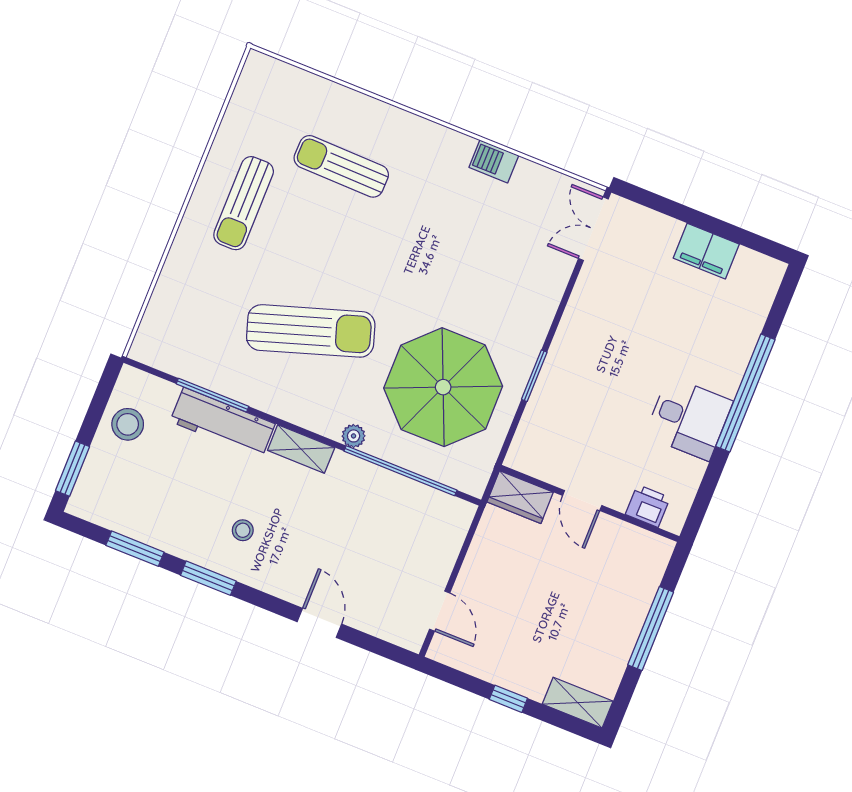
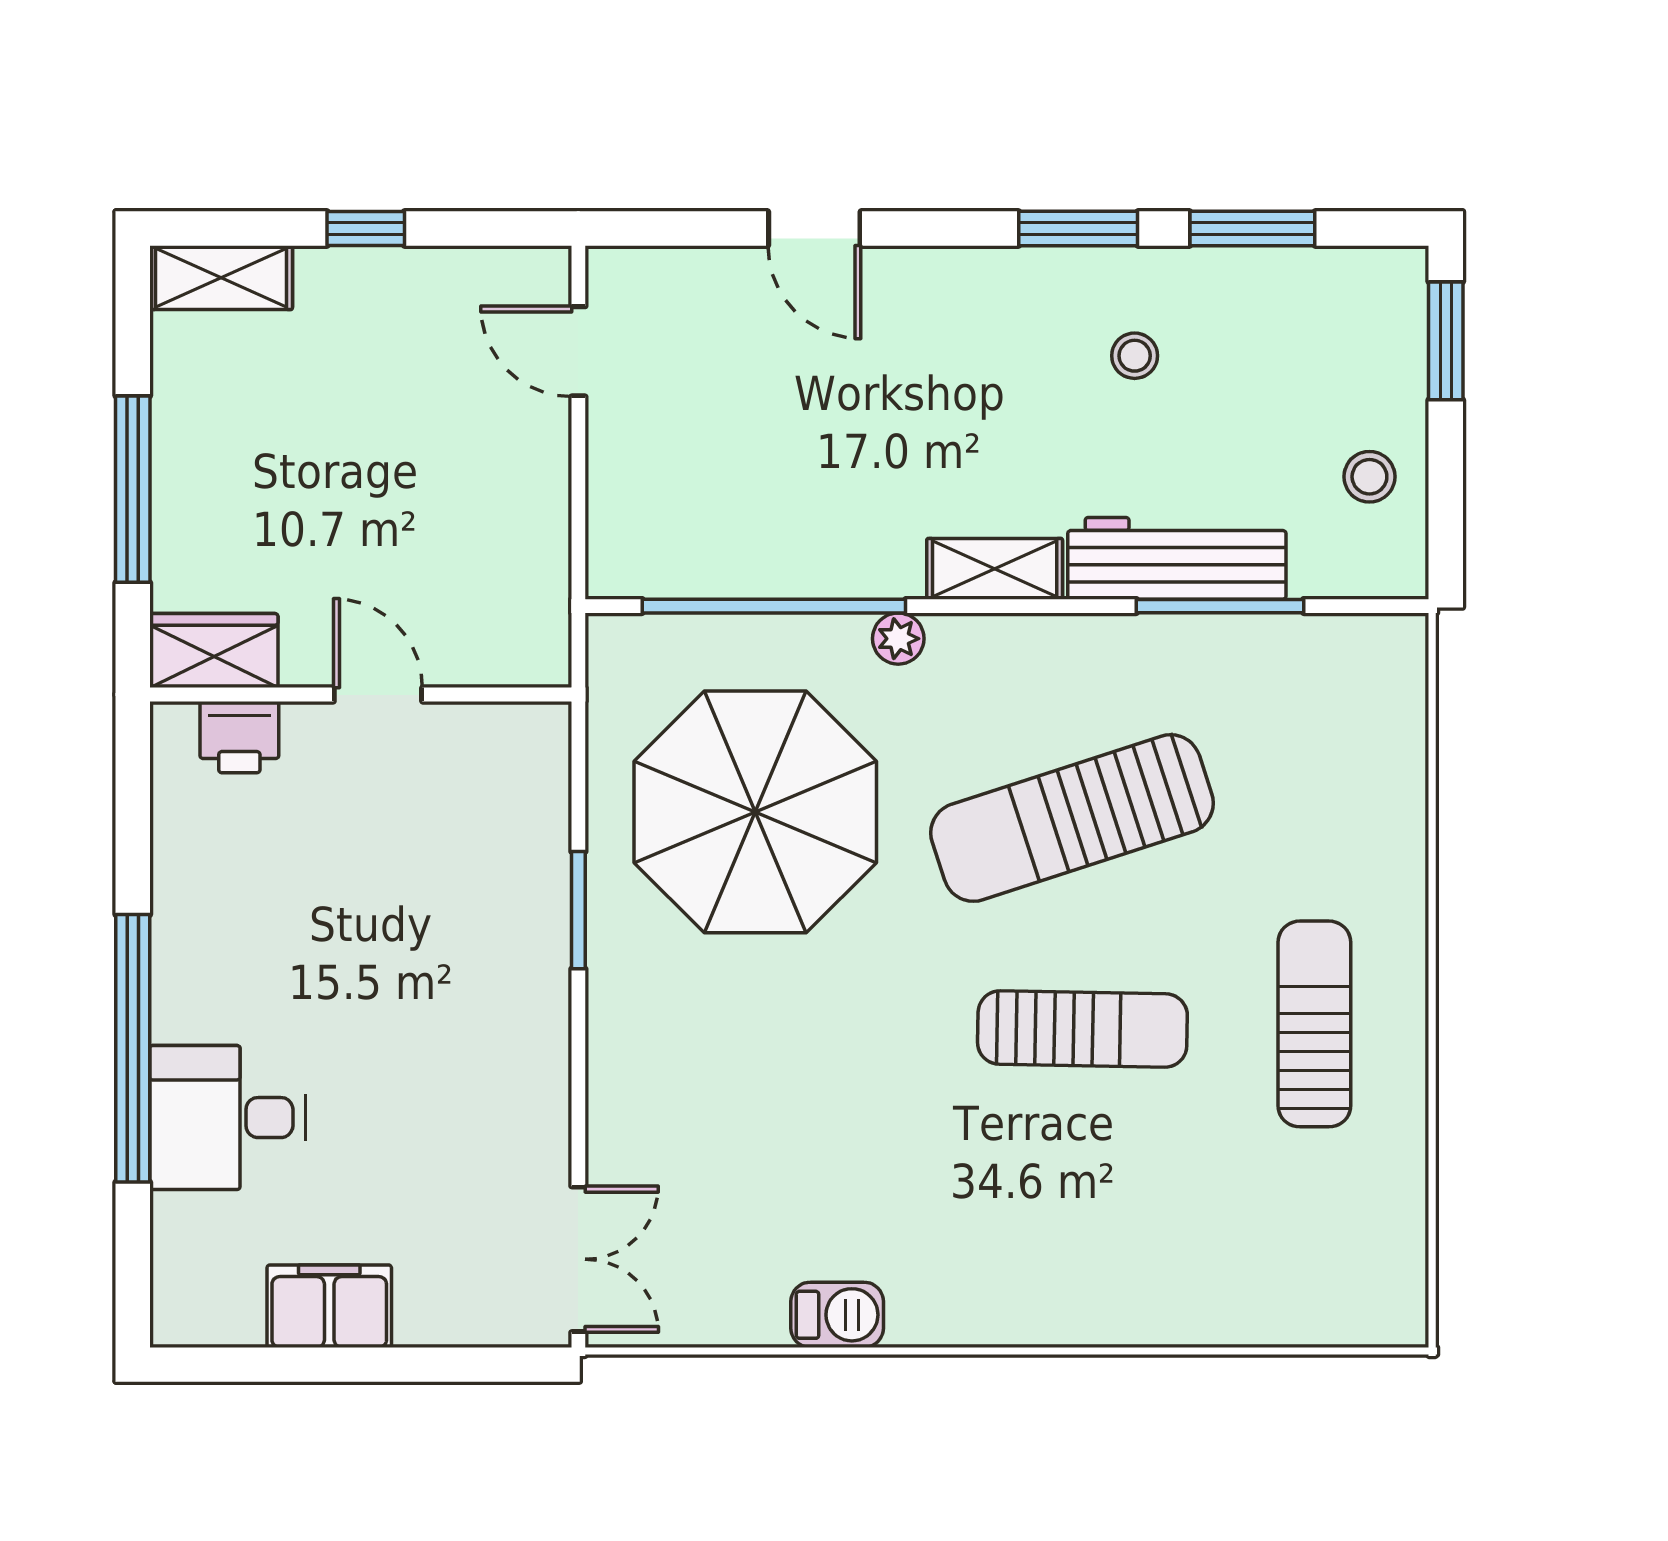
sun lounger: (341, 166) -> (1082, 1029), moved
desk: (689, 418) -> (227, 1118), moved
stool: (128, 424) -> (1369, 477), width x0.73, depth x0.73
wardrobe: (520, 497) -> (214, 651), moved
stool: (243, 530) -> (1135, 356), moved

